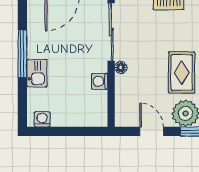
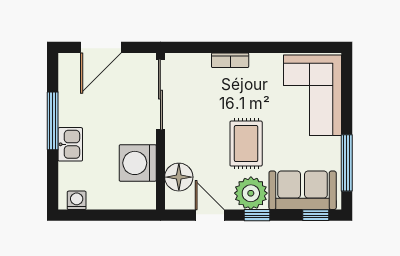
floor lamp: (121, 67) -> (179, 177), moved, width x1.89, depth x1.89
washing machine: (100, 81) -> (138, 163), width x1.89, depth x1.89

